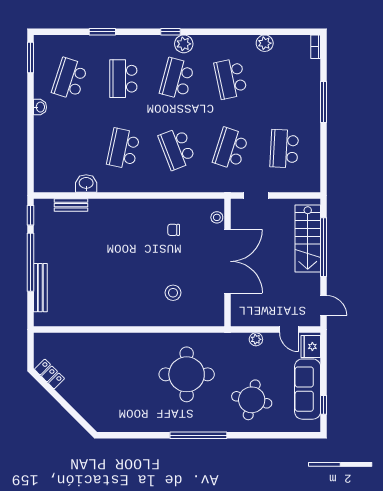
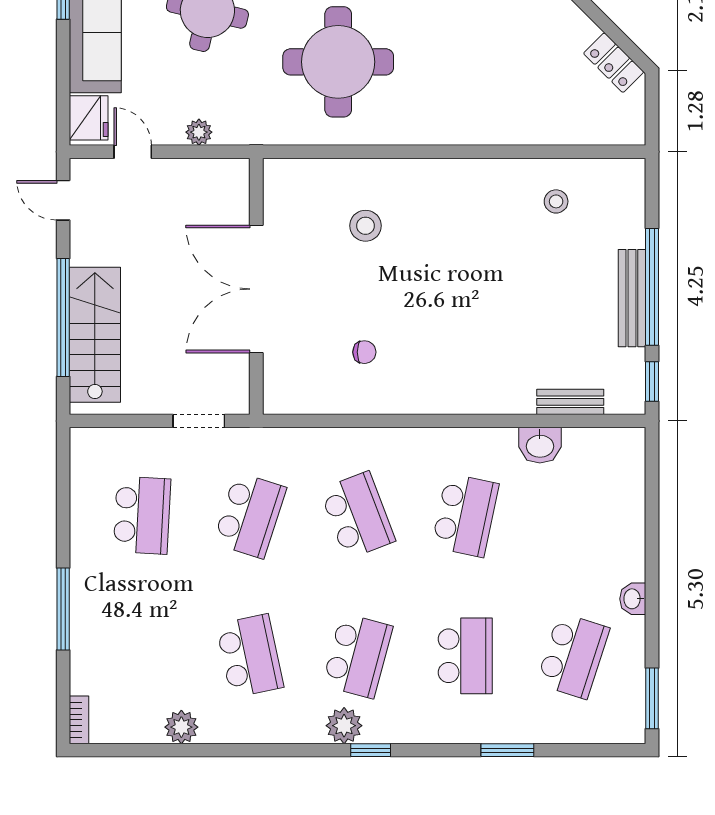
stool: (217, 217) -> (556, 201), moved
bench: (40, 288) -> (632, 298), moved

